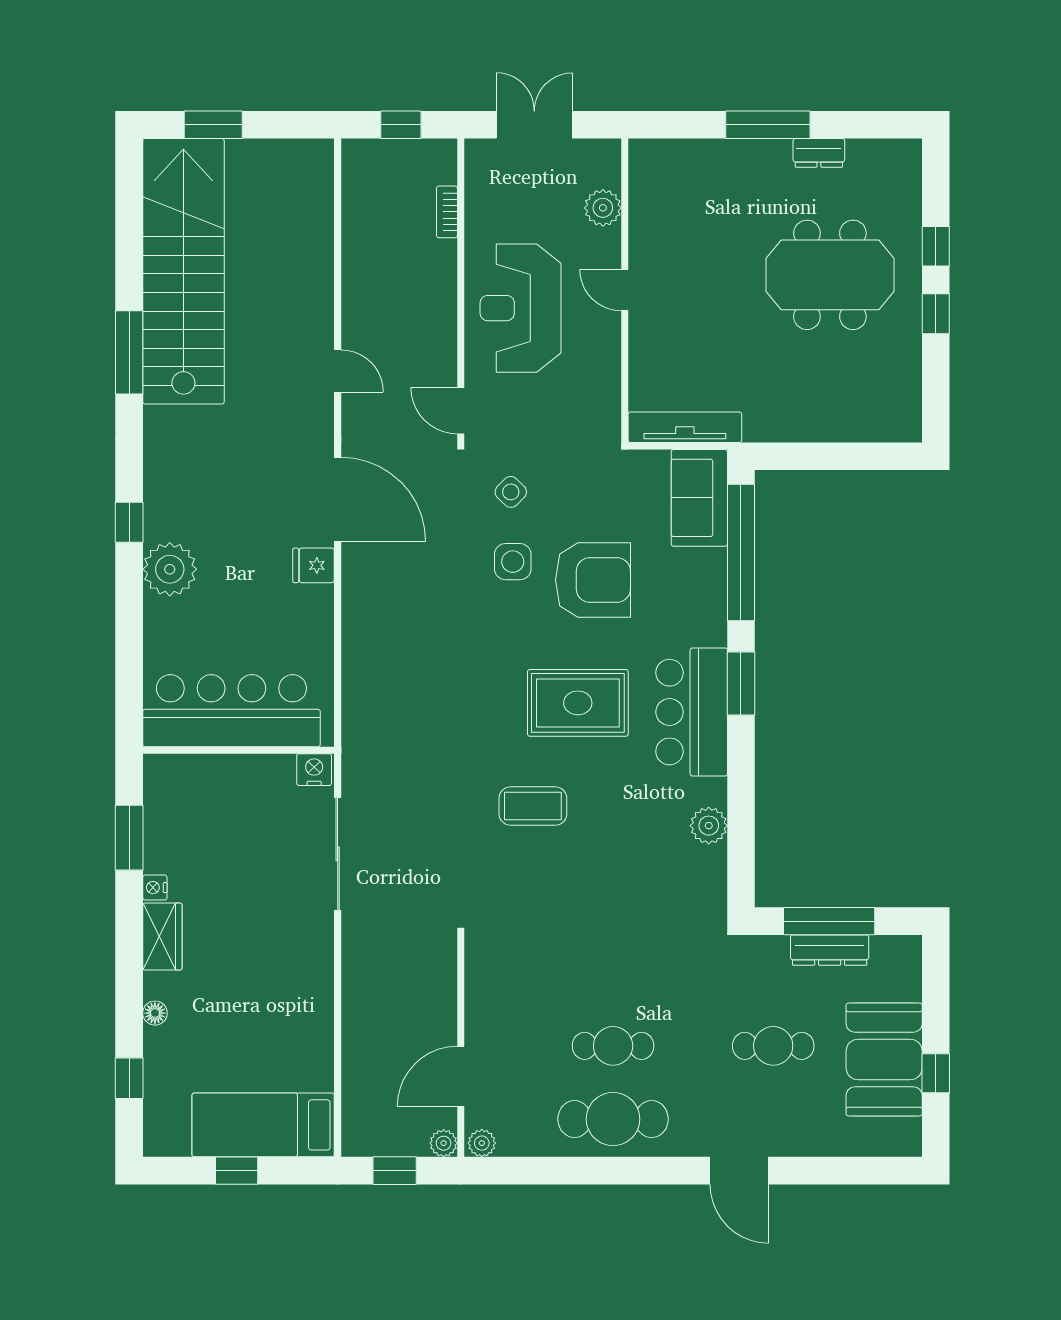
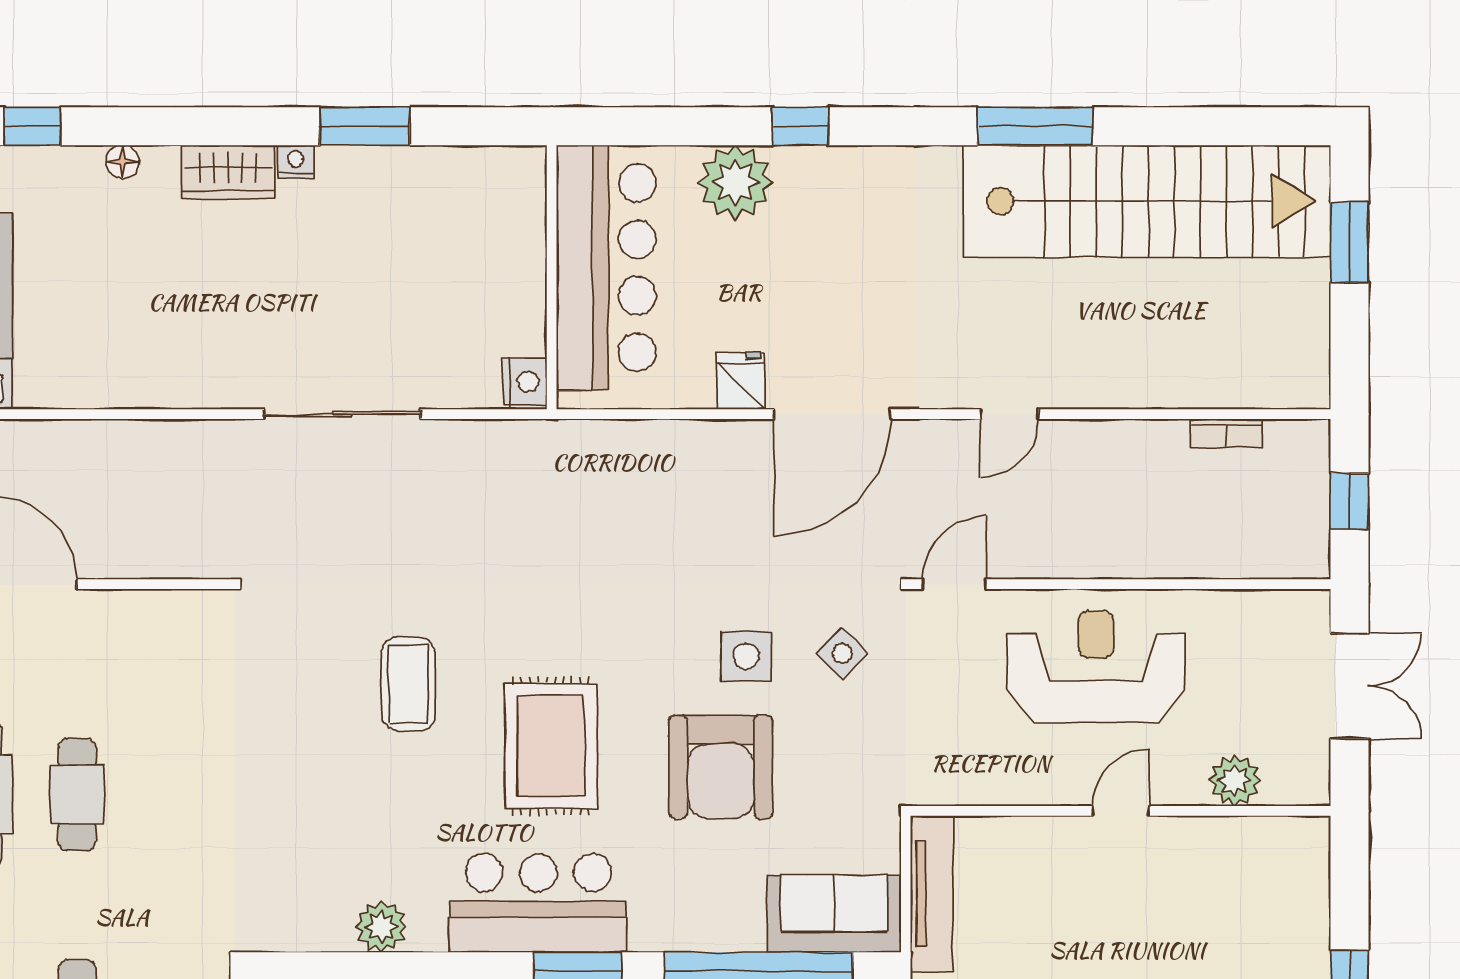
bookcase: (447, 212) -> (1226, 433), moved, turned 180
bar counter: (231, 711) -> (606, 268), moved
wall: (239, 750) -> (552, 277), moved
nightstand: (314, 770) -> (525, 382), moved

